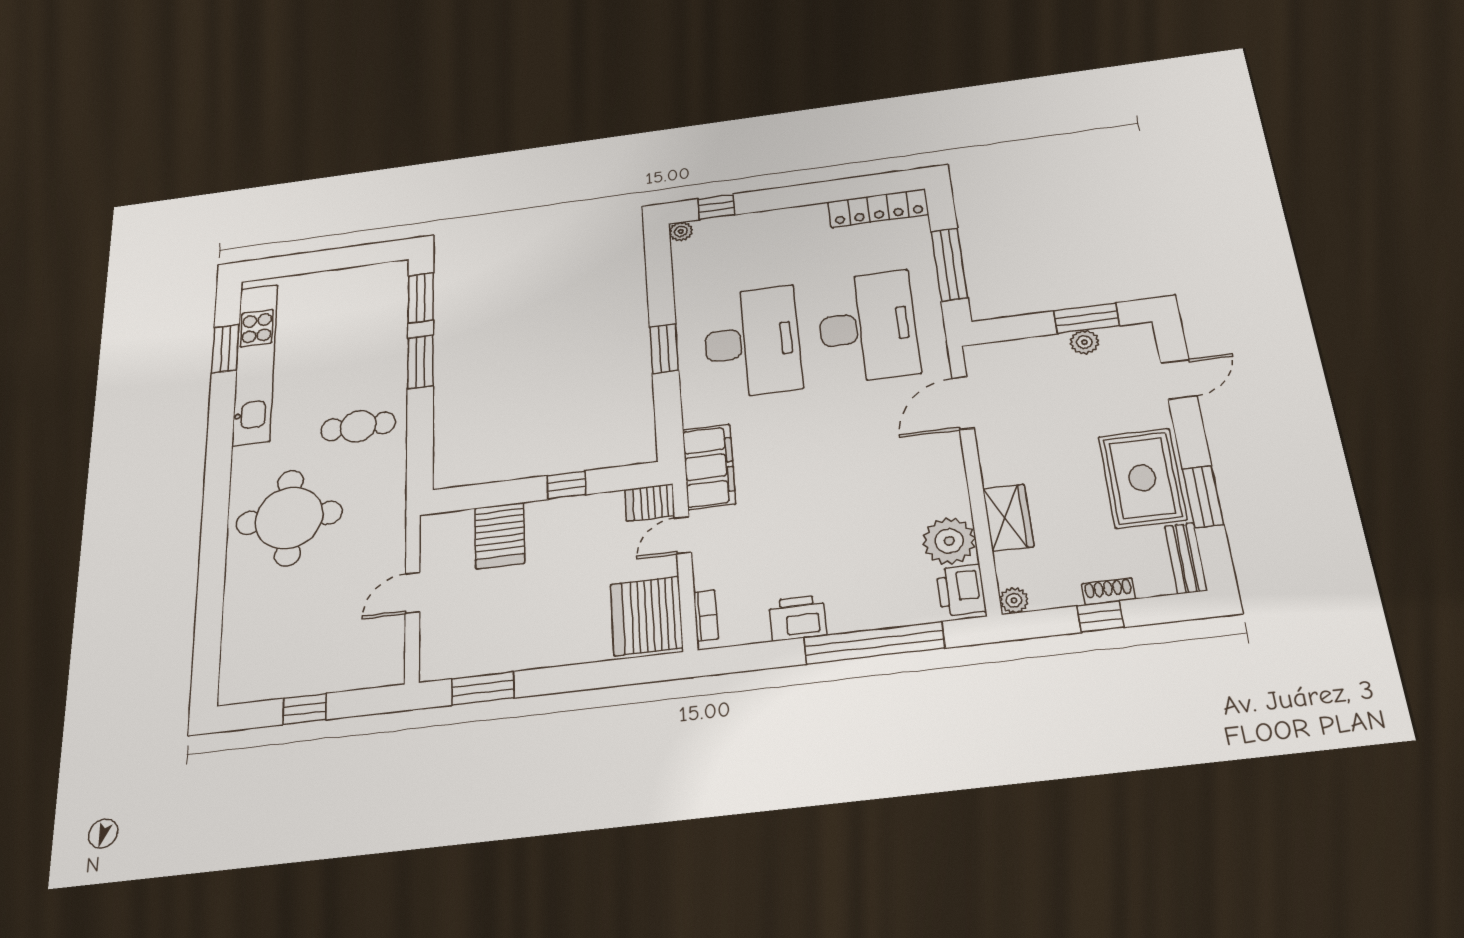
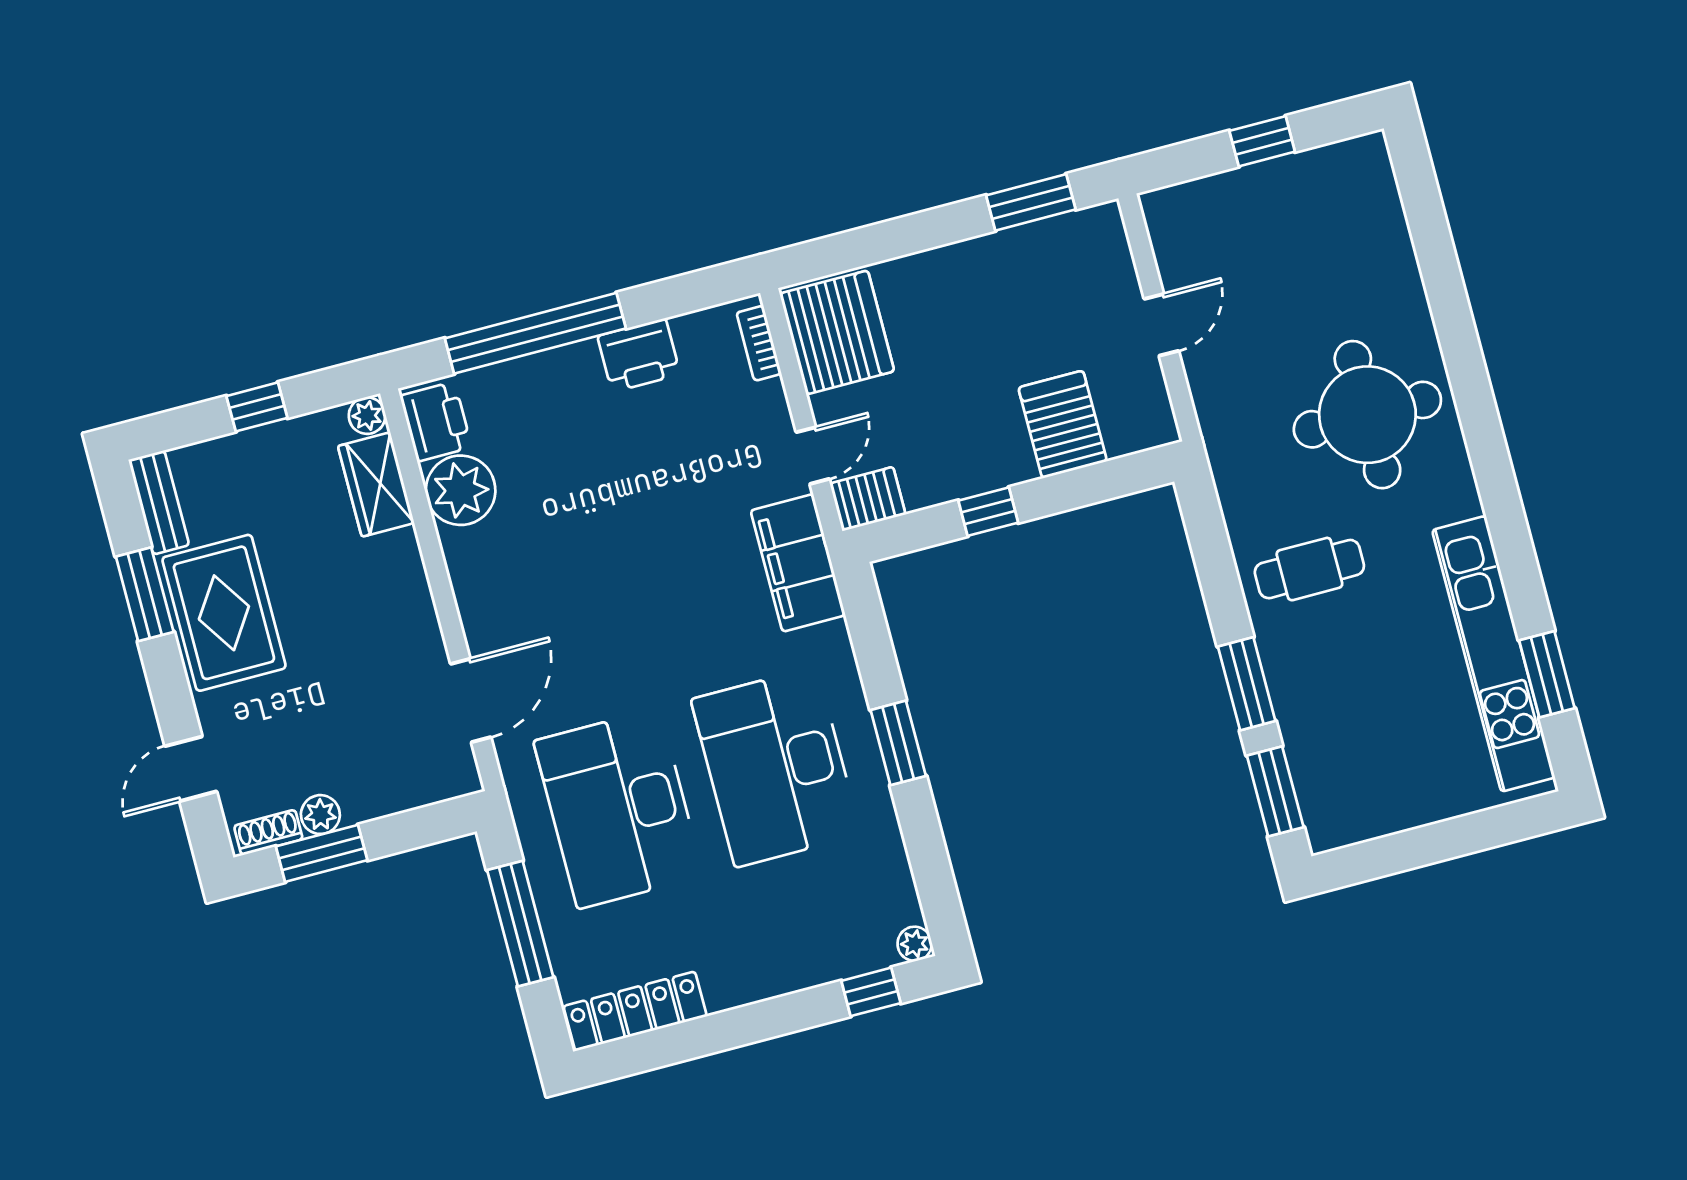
wardrobe: (1008, 518) -> (376, 485), moved
shoe rack: (1108, 591) -> (268, 832), moved, turned 180

